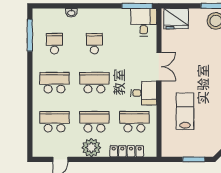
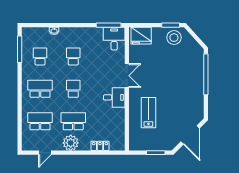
school desk: (94, 83) -> (73, 89), width x0.54
school desk: (134, 122) -> (106, 121), removed
locker: (127, 151) -> (100, 146), width x0.66

